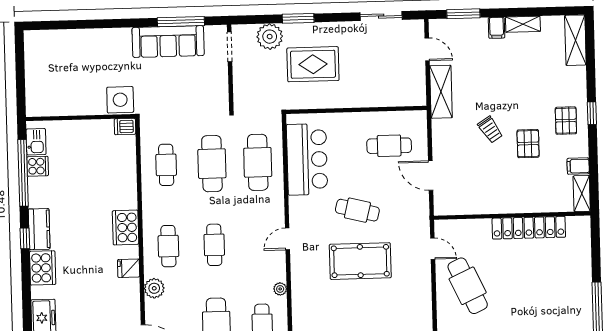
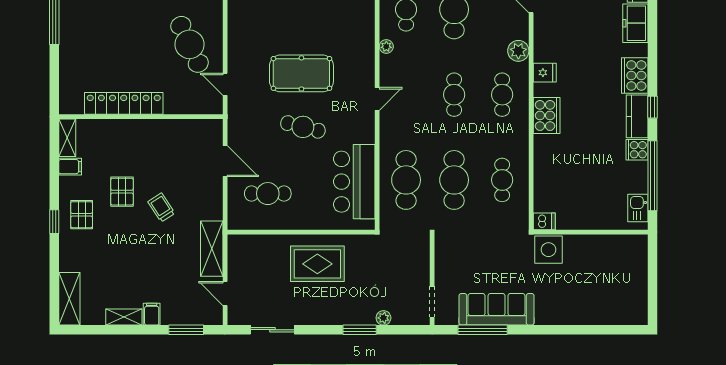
plant: (270, 37) -> (383, 318), width x0.53, depth x0.53
rug: (313, 64) -> (317, 264), moved
cooker: (38, 166) -> (637, 150), moved

